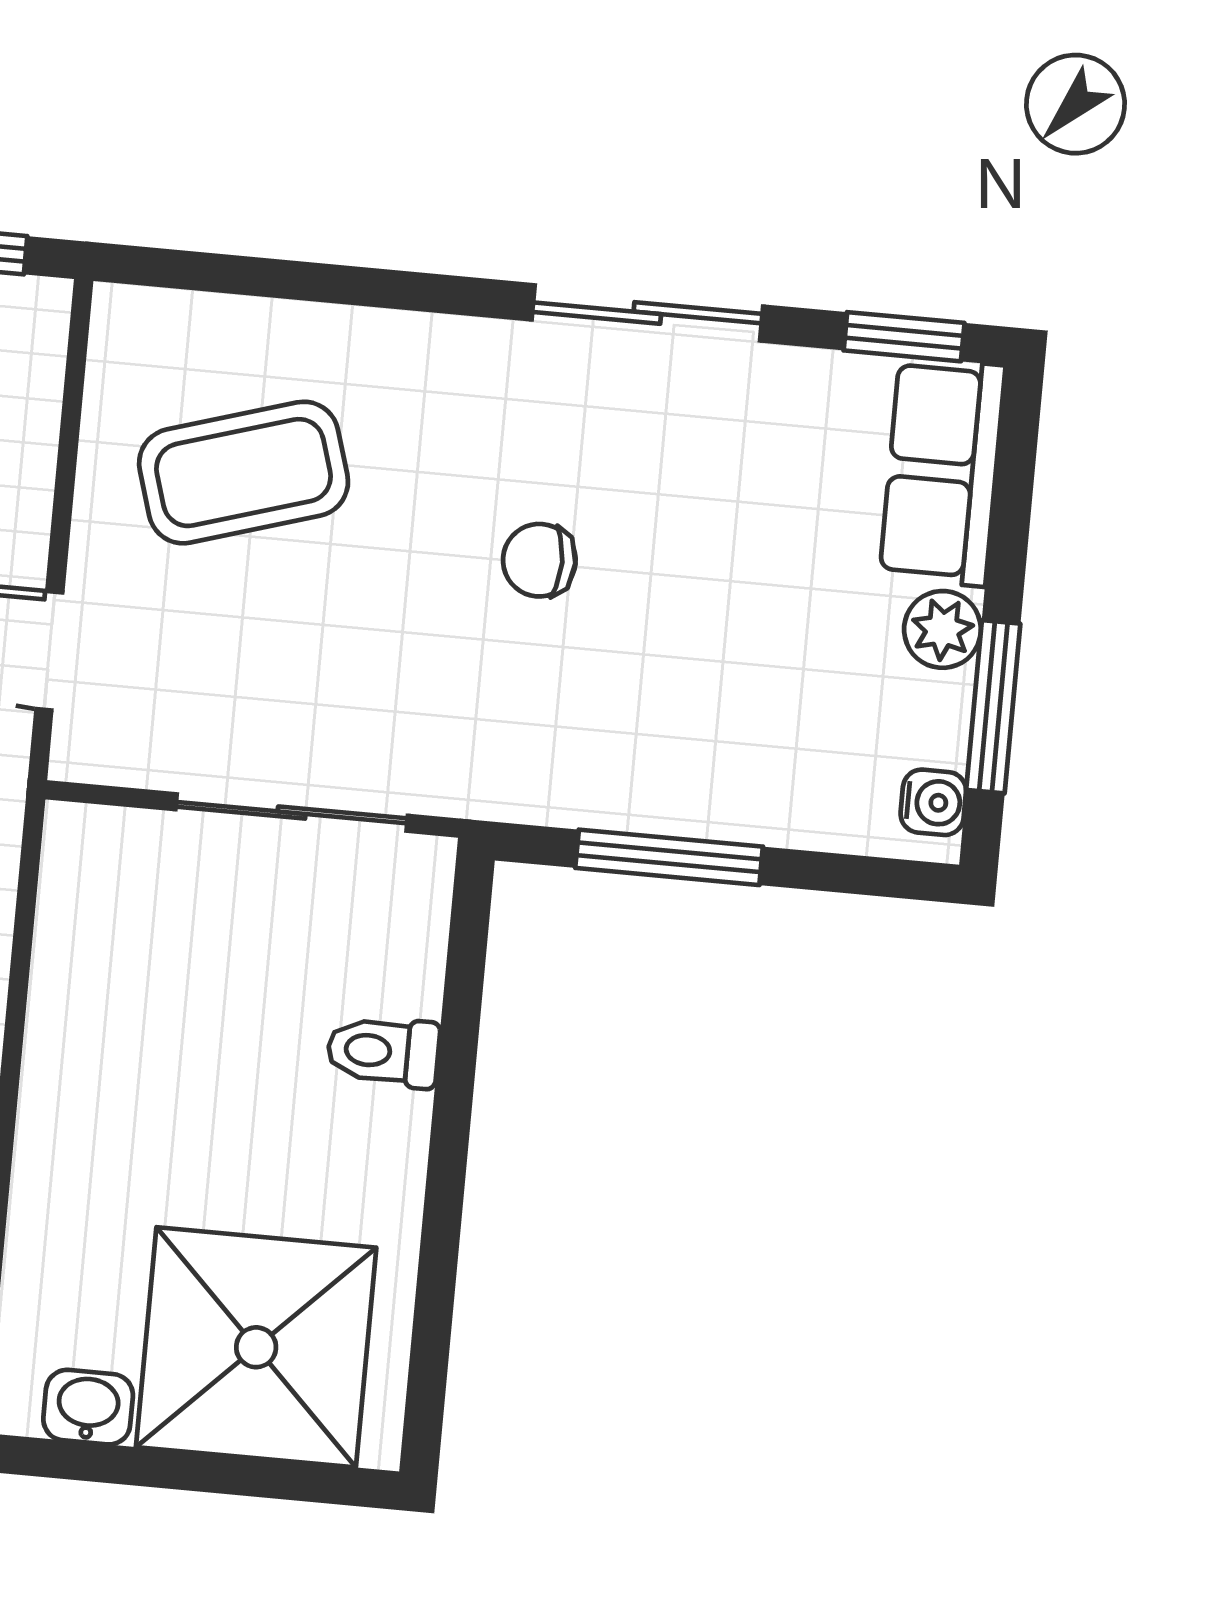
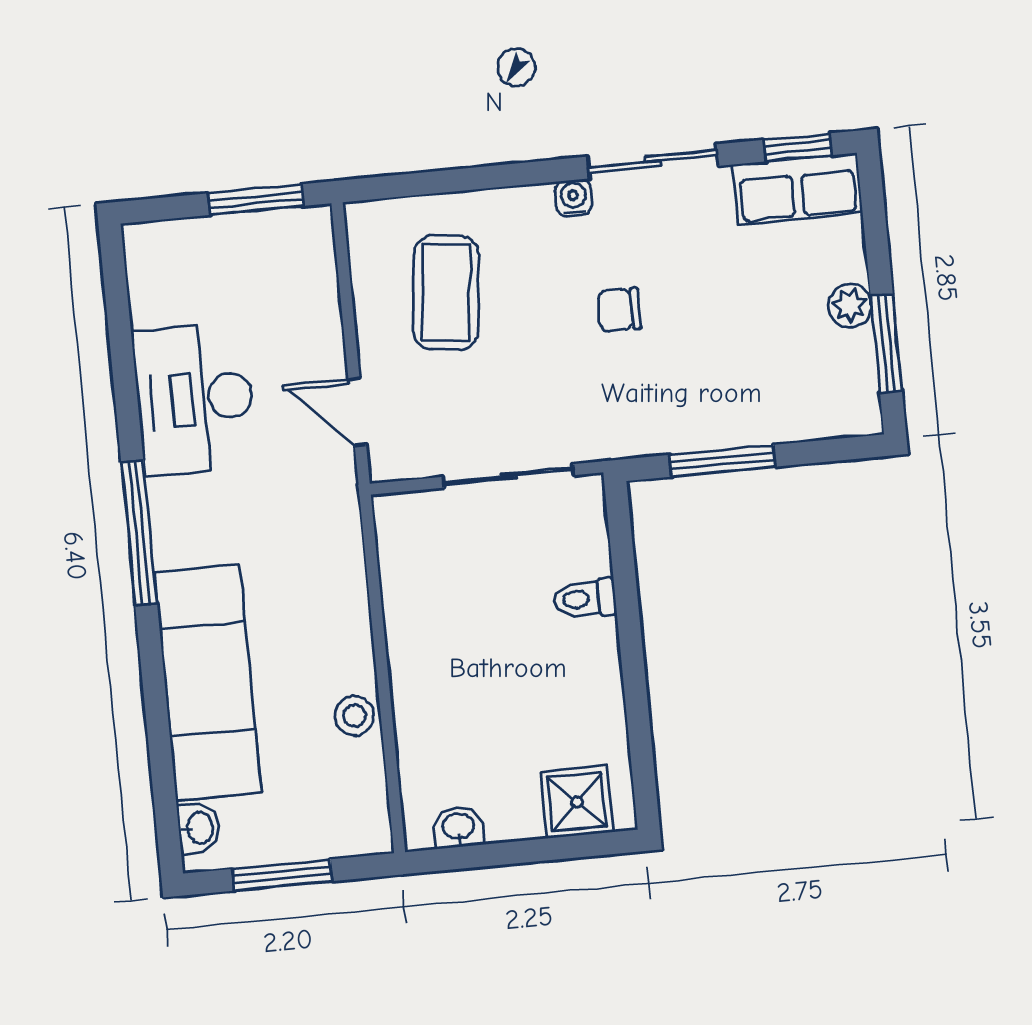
row of seats: (942, 471) -> (797, 189), moved, turned -90
coffee table: (244, 473) -> (446, 293), turned -67
water cooler: (933, 802) -> (573, 198), moved, turned -90
shower: (256, 1347) -> (577, 802), width x0.54, depth x0.54

